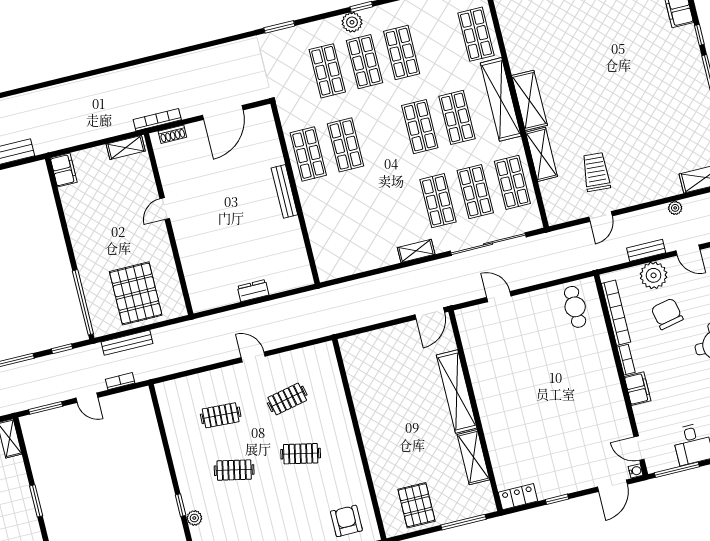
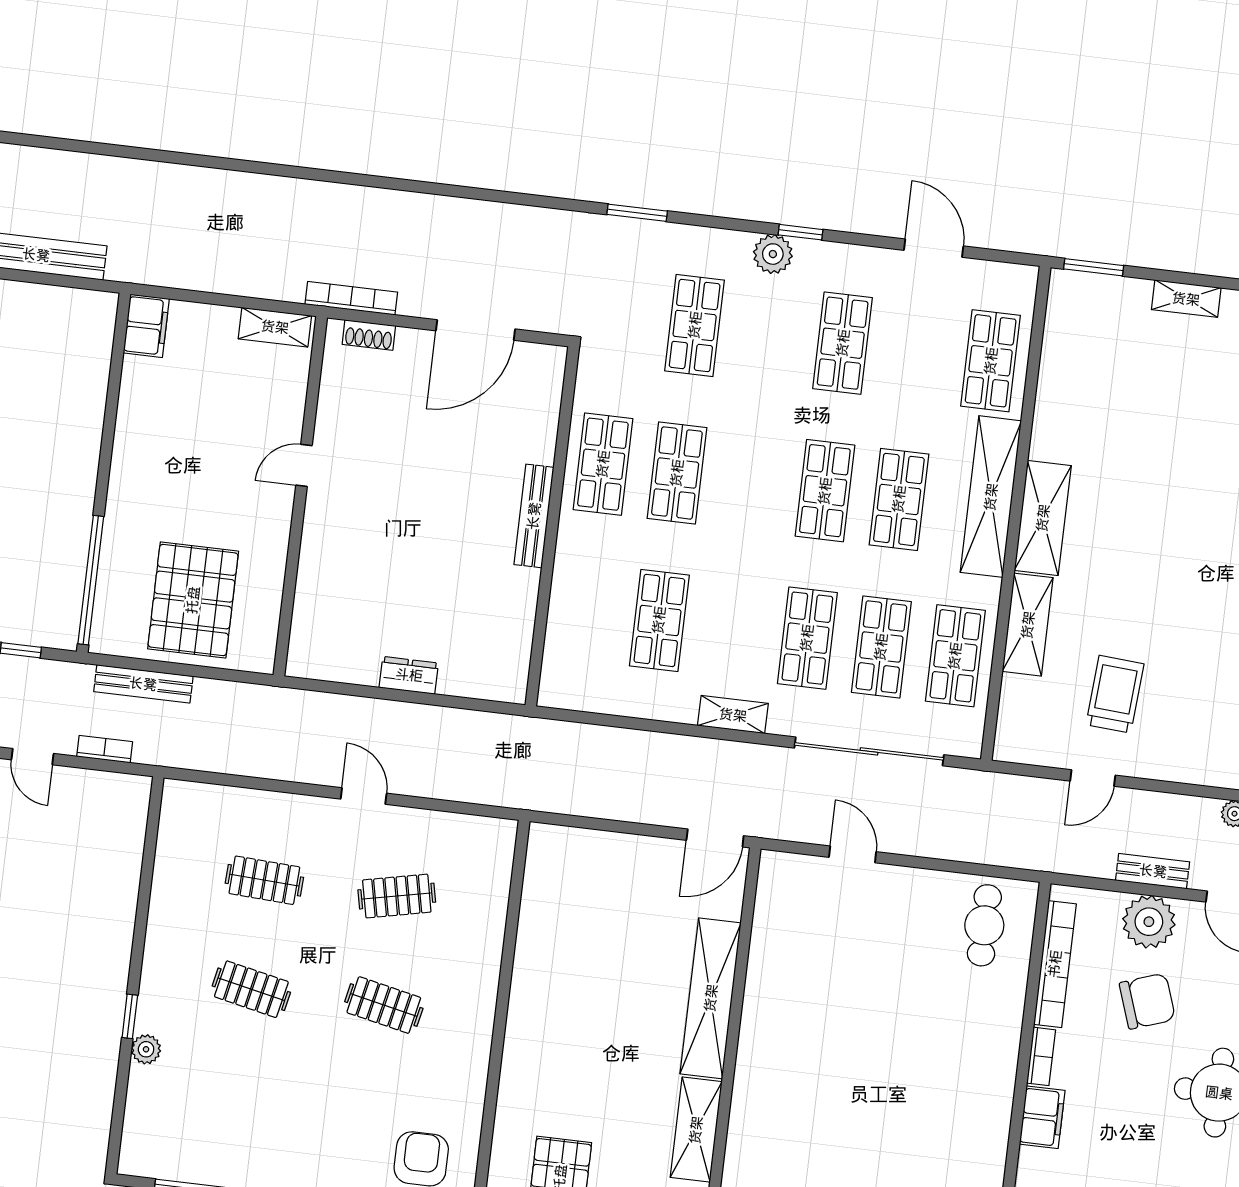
shop shelf: (364, 62) -> (659, 620), moved
chair: (667, 314) -> (1147, 1001), turned 83

